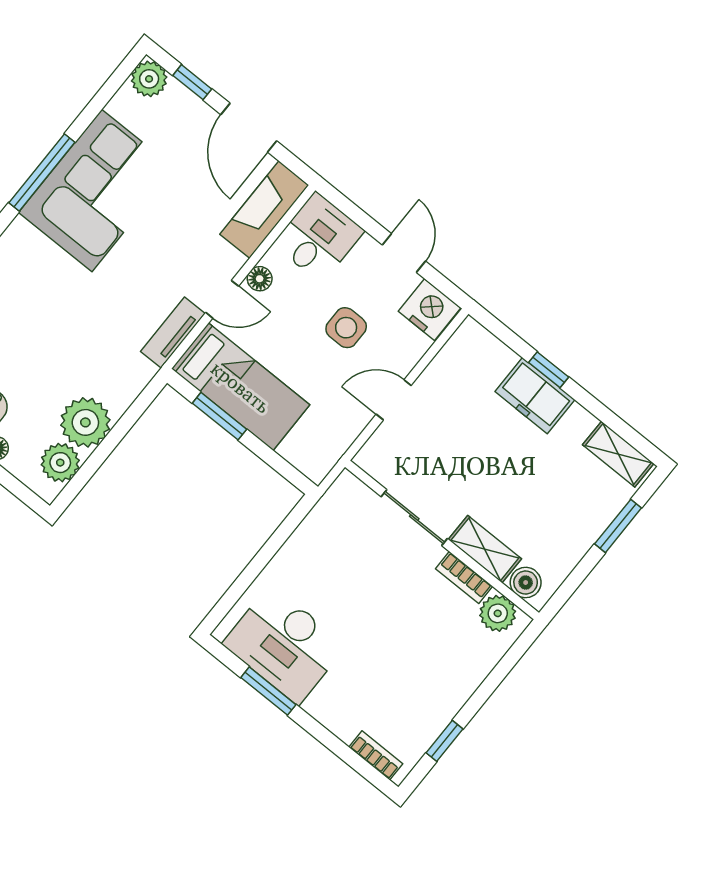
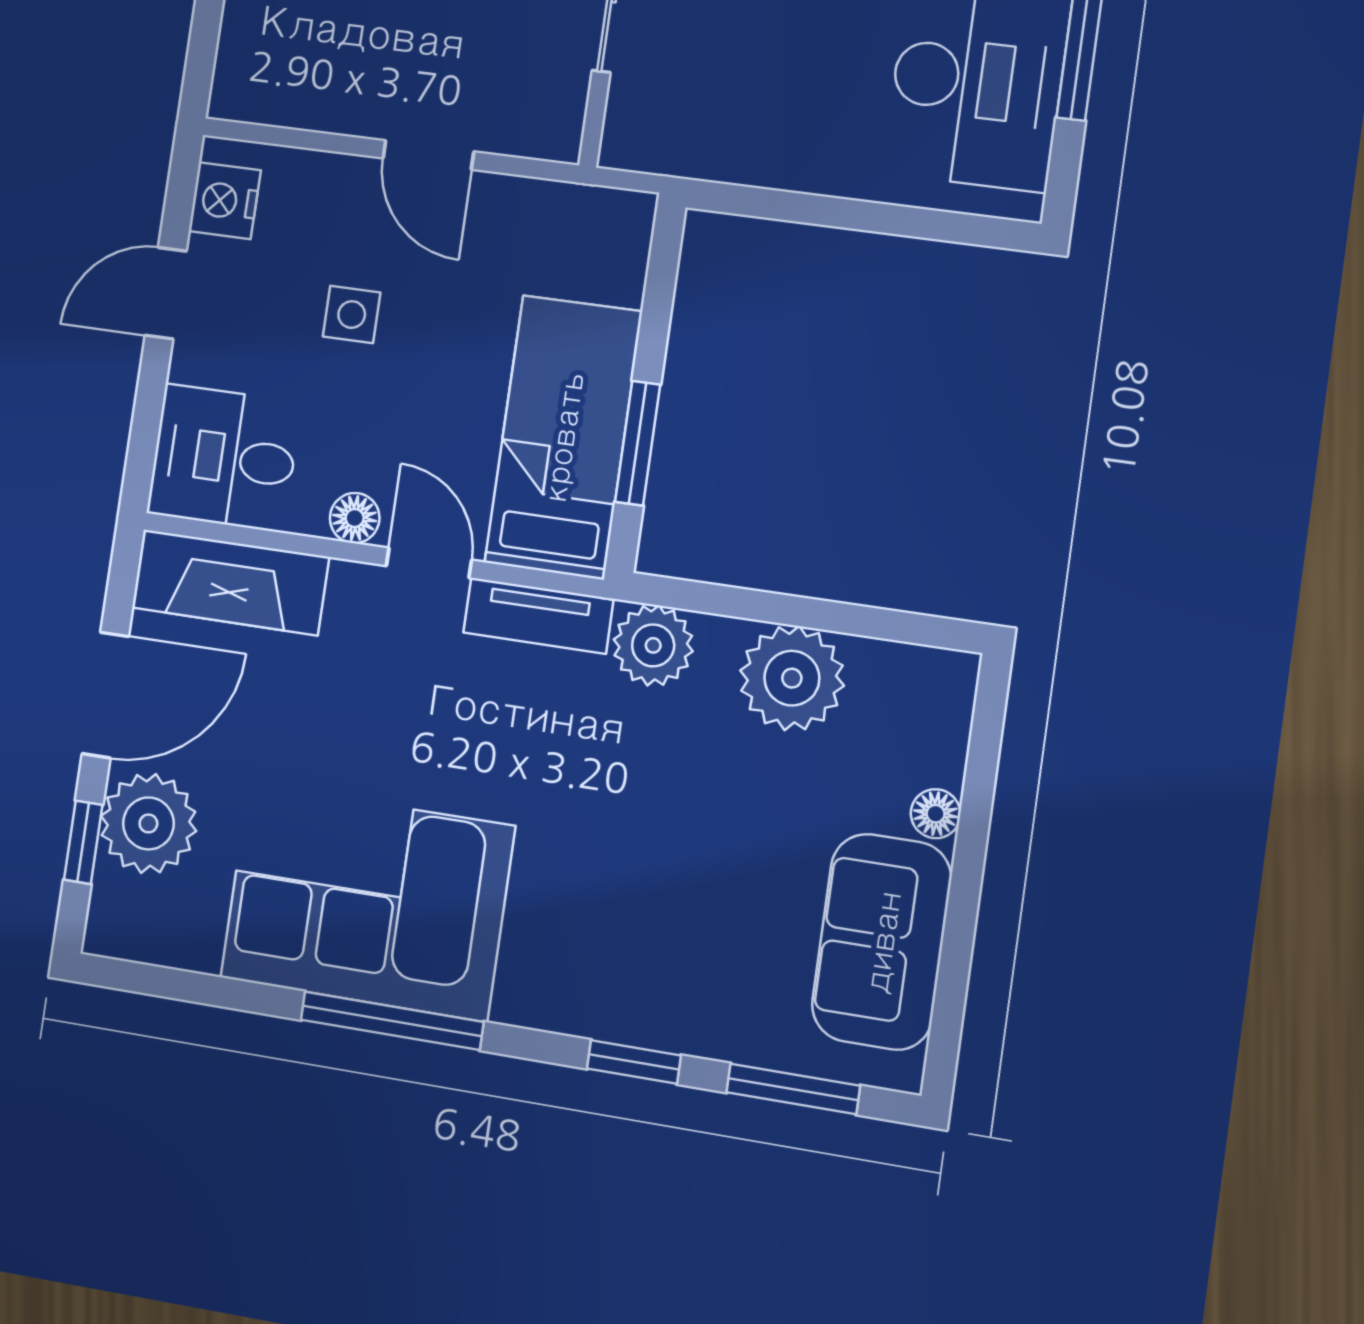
plant: (149, 79) -> (148, 823), moved, width x1.36, depth x1.36
nightstand: (430, 309) -> (225, 201), width x0.74, depth x0.75
side table: (346, 328) -> (352, 315), width x0.73, depth x0.73
plant: (60, 463) -> (653, 645), moved

